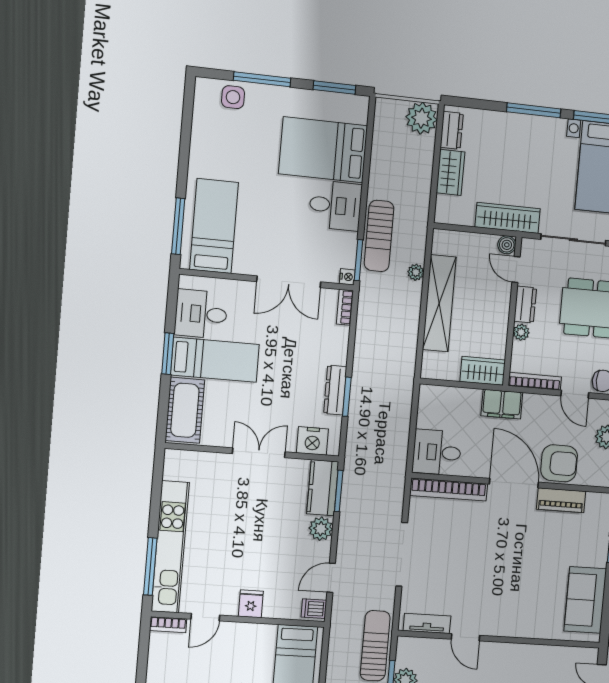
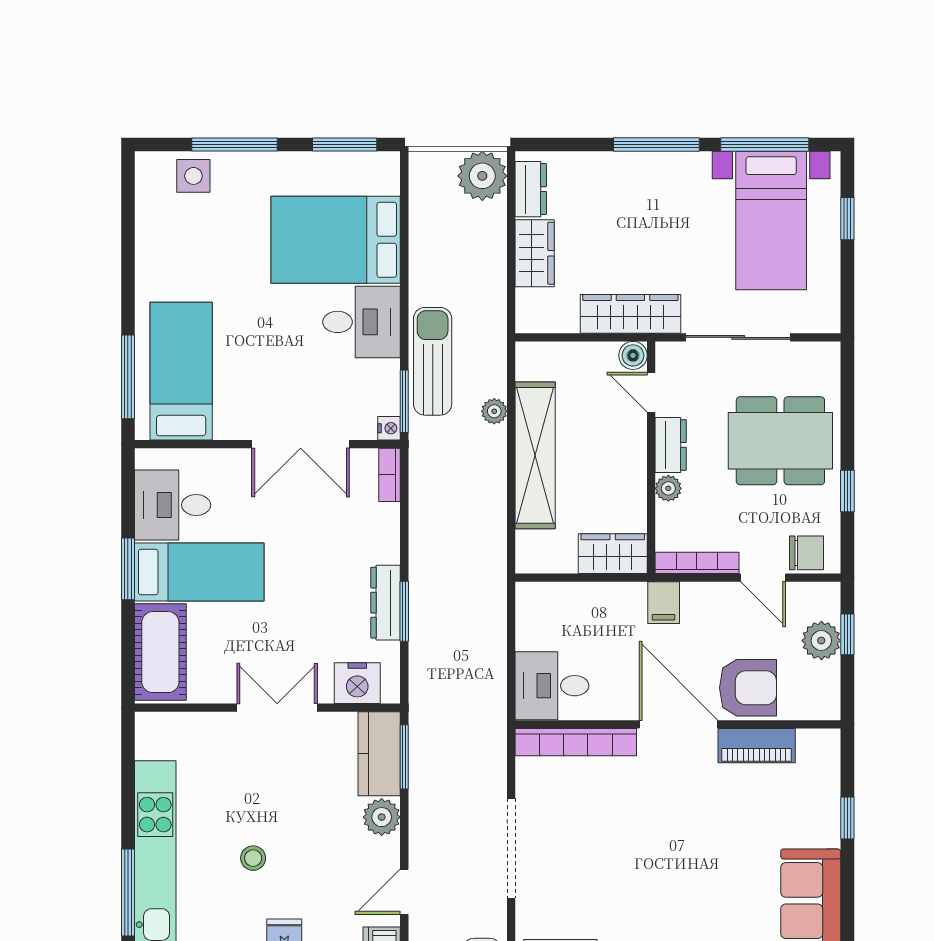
sun lounger: (379, 236) -> (433, 361), turned 180
filing cabinet: (502, 404) -> (664, 603), width x0.50
stool: (235, 550) -> (253, 858), added

